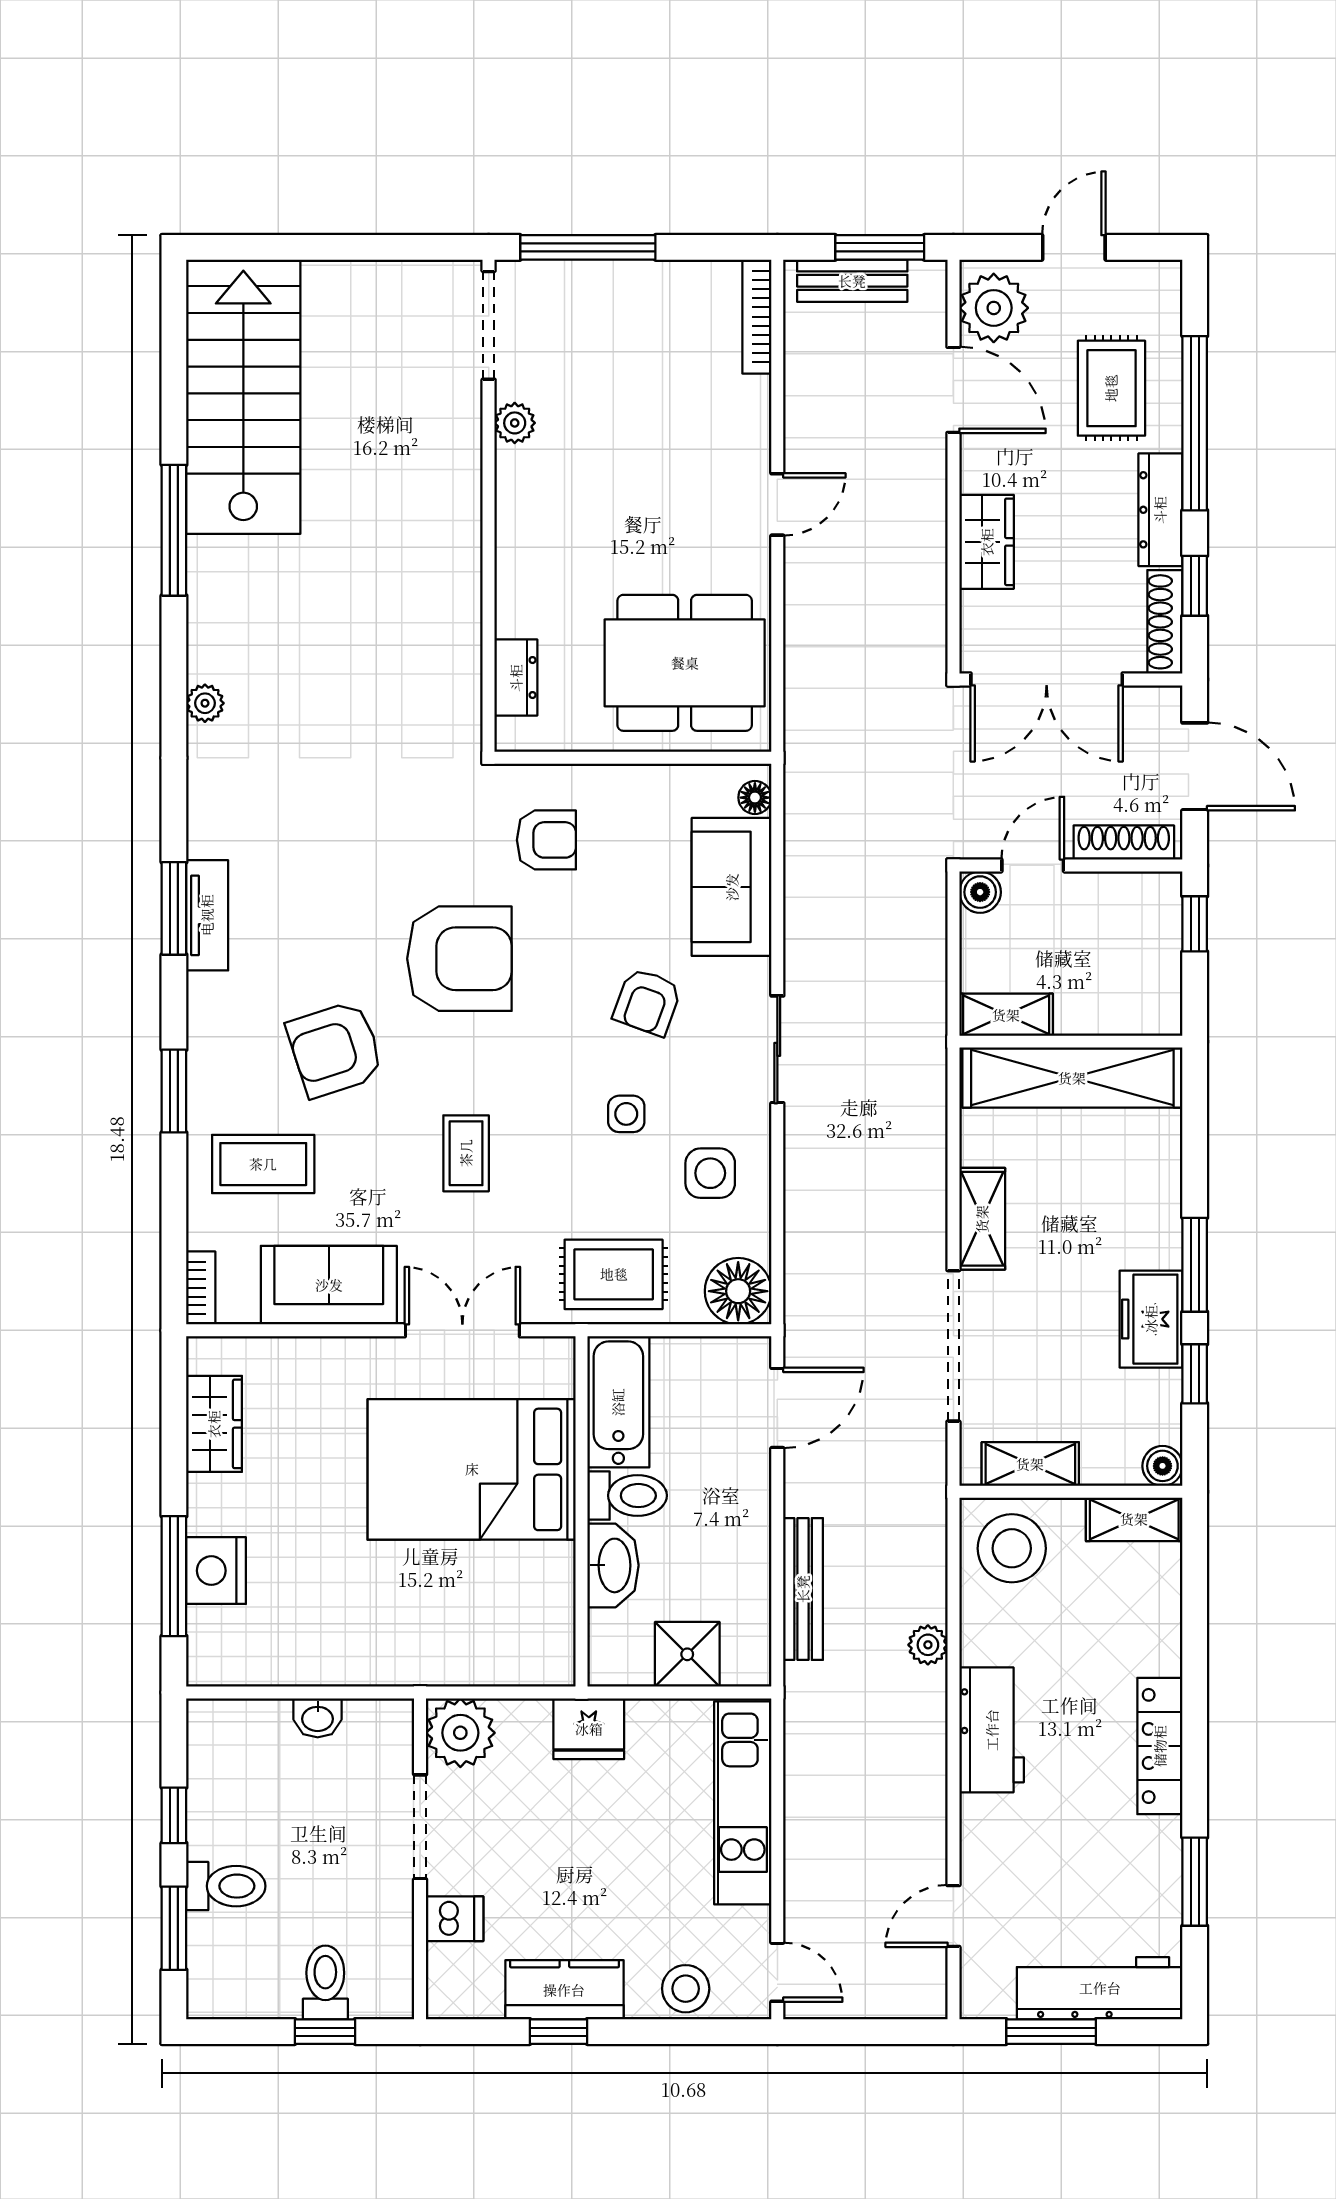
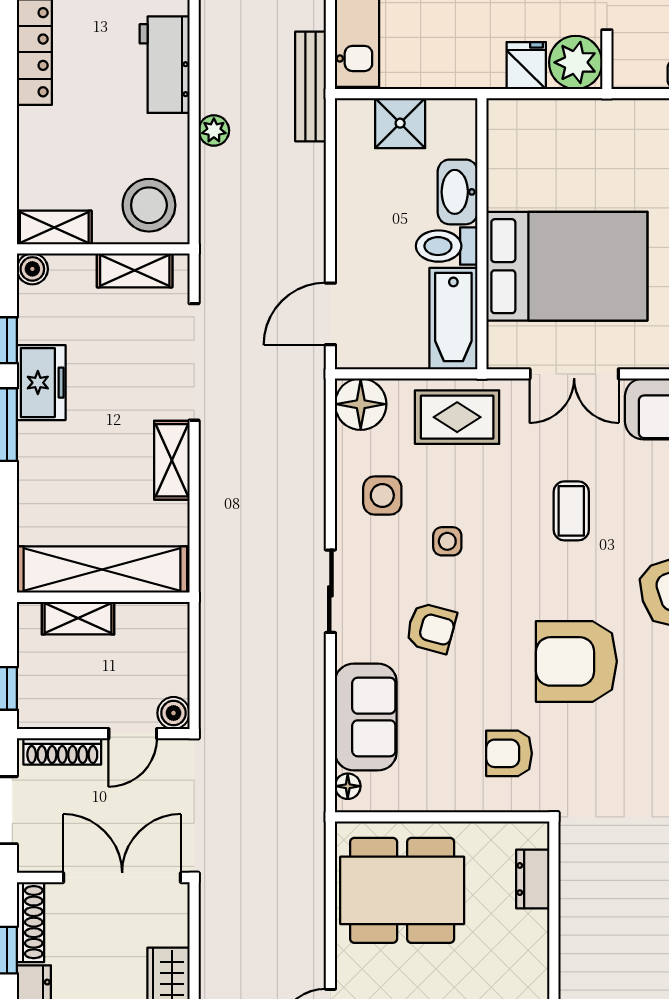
armchair: (647, 1002) -> (431, 628), turned 85
shelving: (1006, 1015) -> (78, 618), moved
bench: (803, 1589) -> (310, 86), moved
fridge: (589, 1729) -> (526, 66), moved, width x0.72

